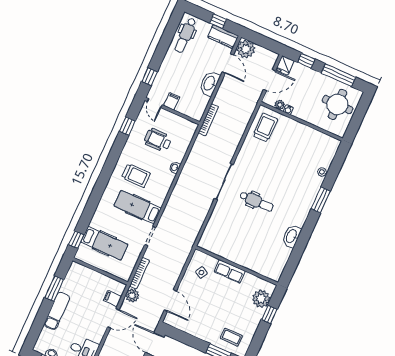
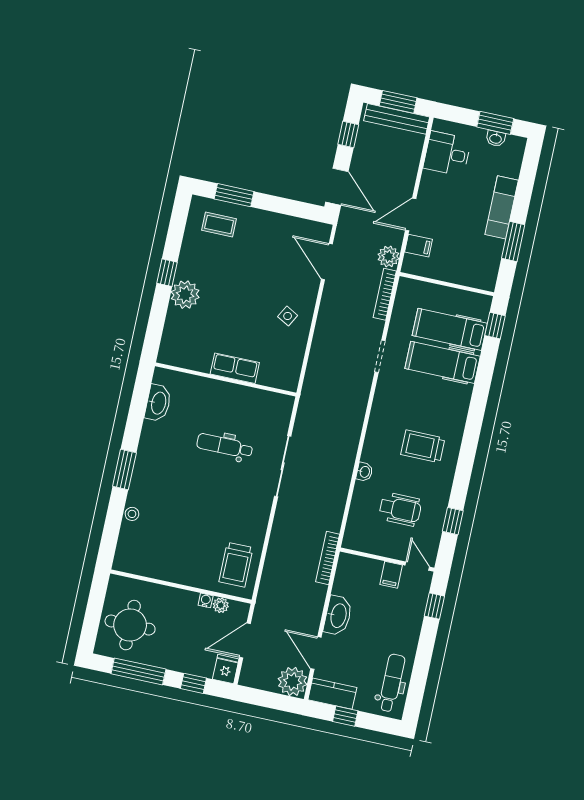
hospital bed: (138, 207) -> (443, 362), moved, turned 180
wall: (237, 266) -> (226, 379), moved
row of seats: (230, 271) -> (235, 368), moved

